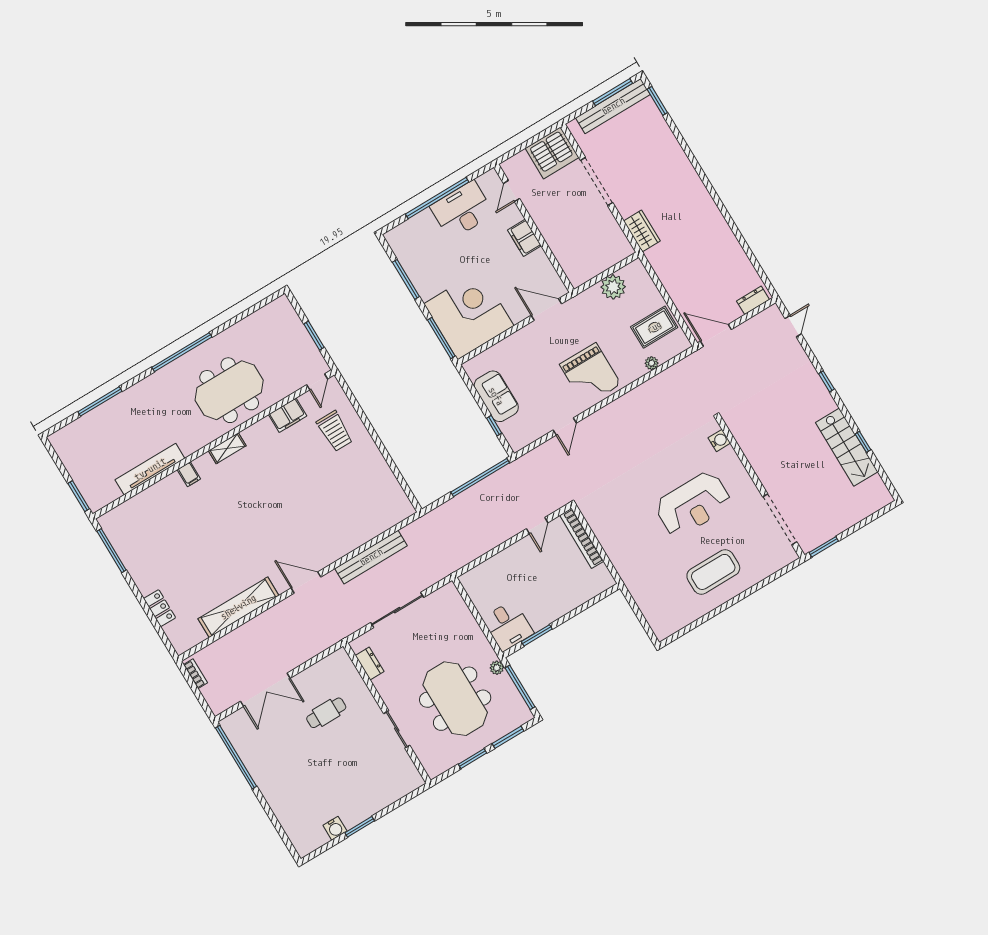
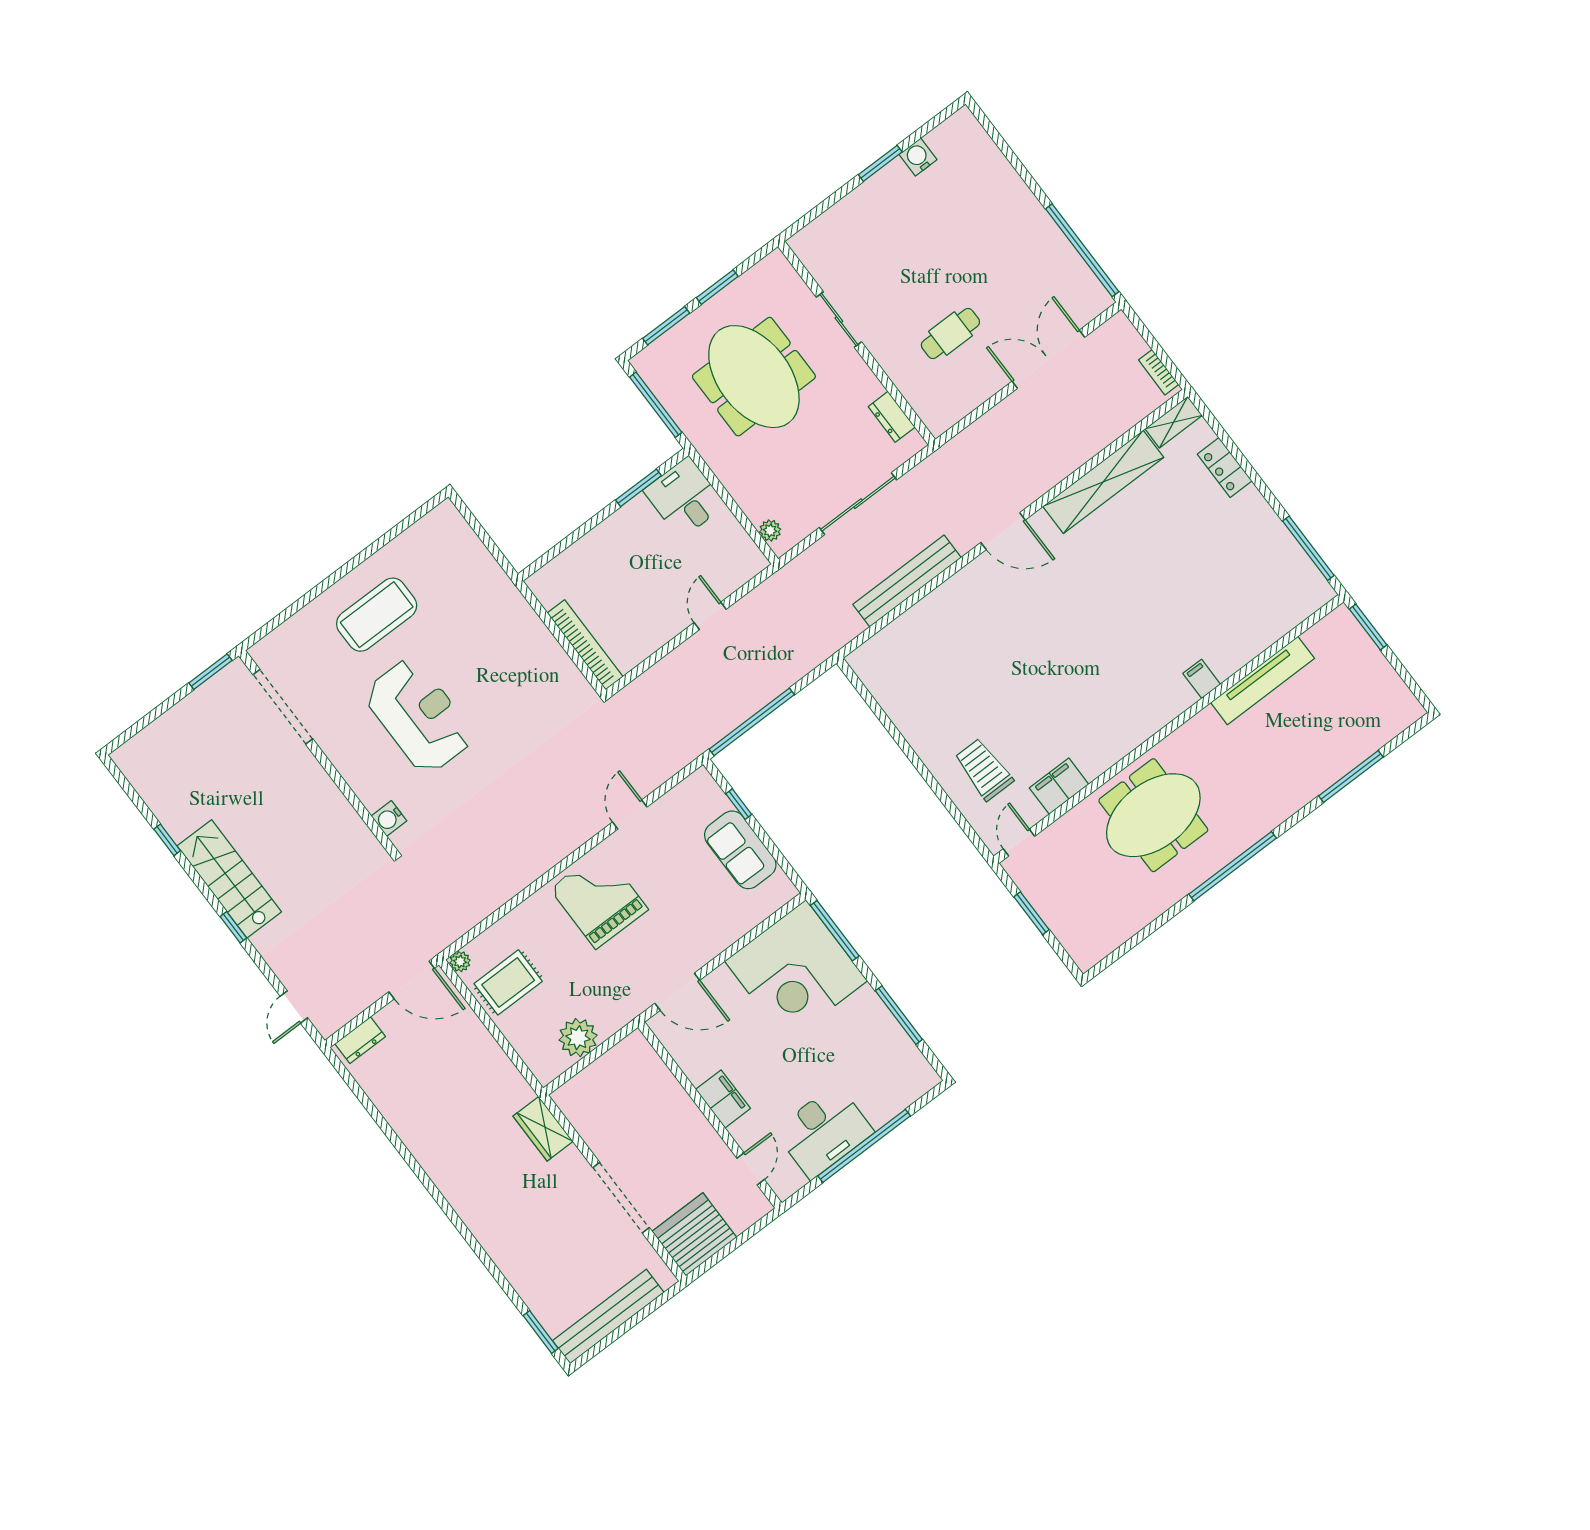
window: (613, 92) -> (611, 1338), removed
plant: (652, 363) -> (460, 962), moved
stairs: (847, 447) -> (229, 879), moved
shelving: (227, 448) -> (1174, 422), moved
reception desk: (693, 504) -> (419, 716), turned 90
door: (537, 526) -> (710, 616), moved
plant: (497, 668) -> (770, 531), moved

